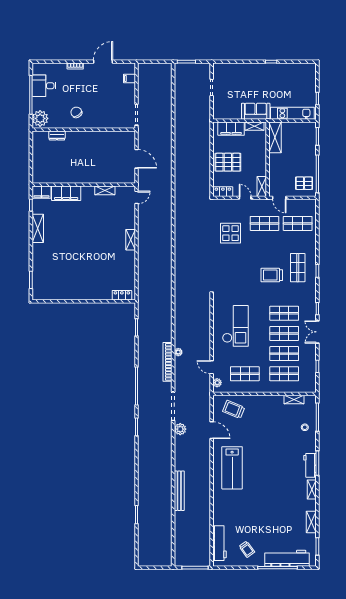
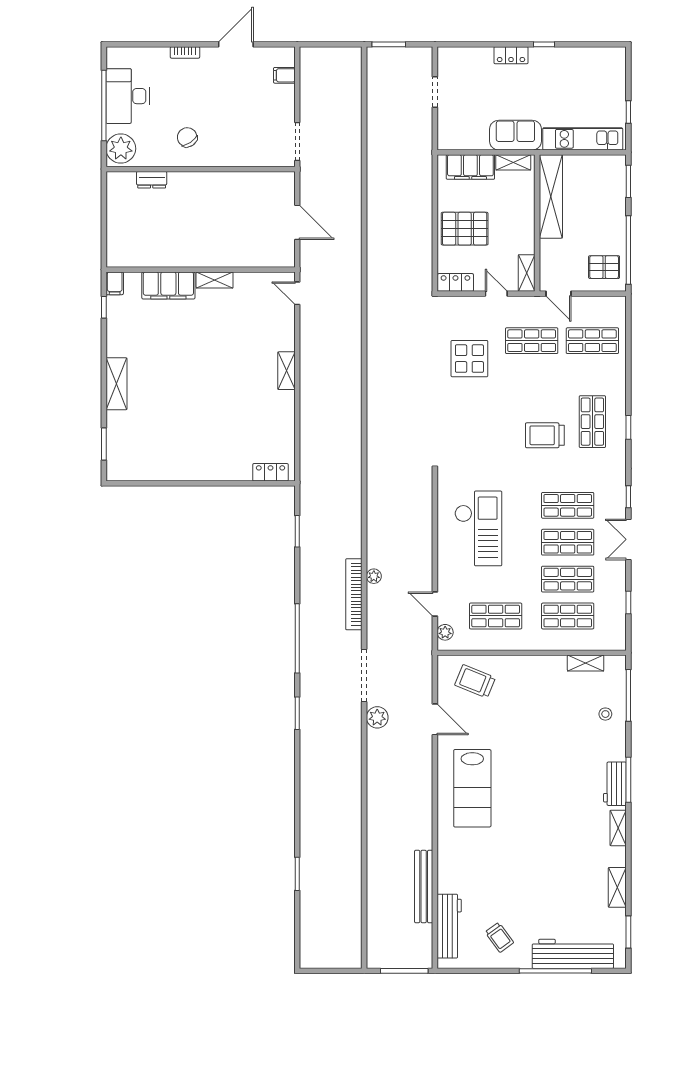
locker: (253, 68) -> (511, 55), added
desk: (44, 86) -> (128, 96), width x1.37
shelving: (275, 137) -> (551, 196), width x1.47
shelving: (105, 190) -> (215, 280), moved
filing cabinet: (41, 192) -> (115, 283), width x0.50
door: (136, 197) -> (297, 293), swing flipped
shelving: (38, 228) -> (116, 384), moved
bench: (179, 491) -> (424, 887), moved

